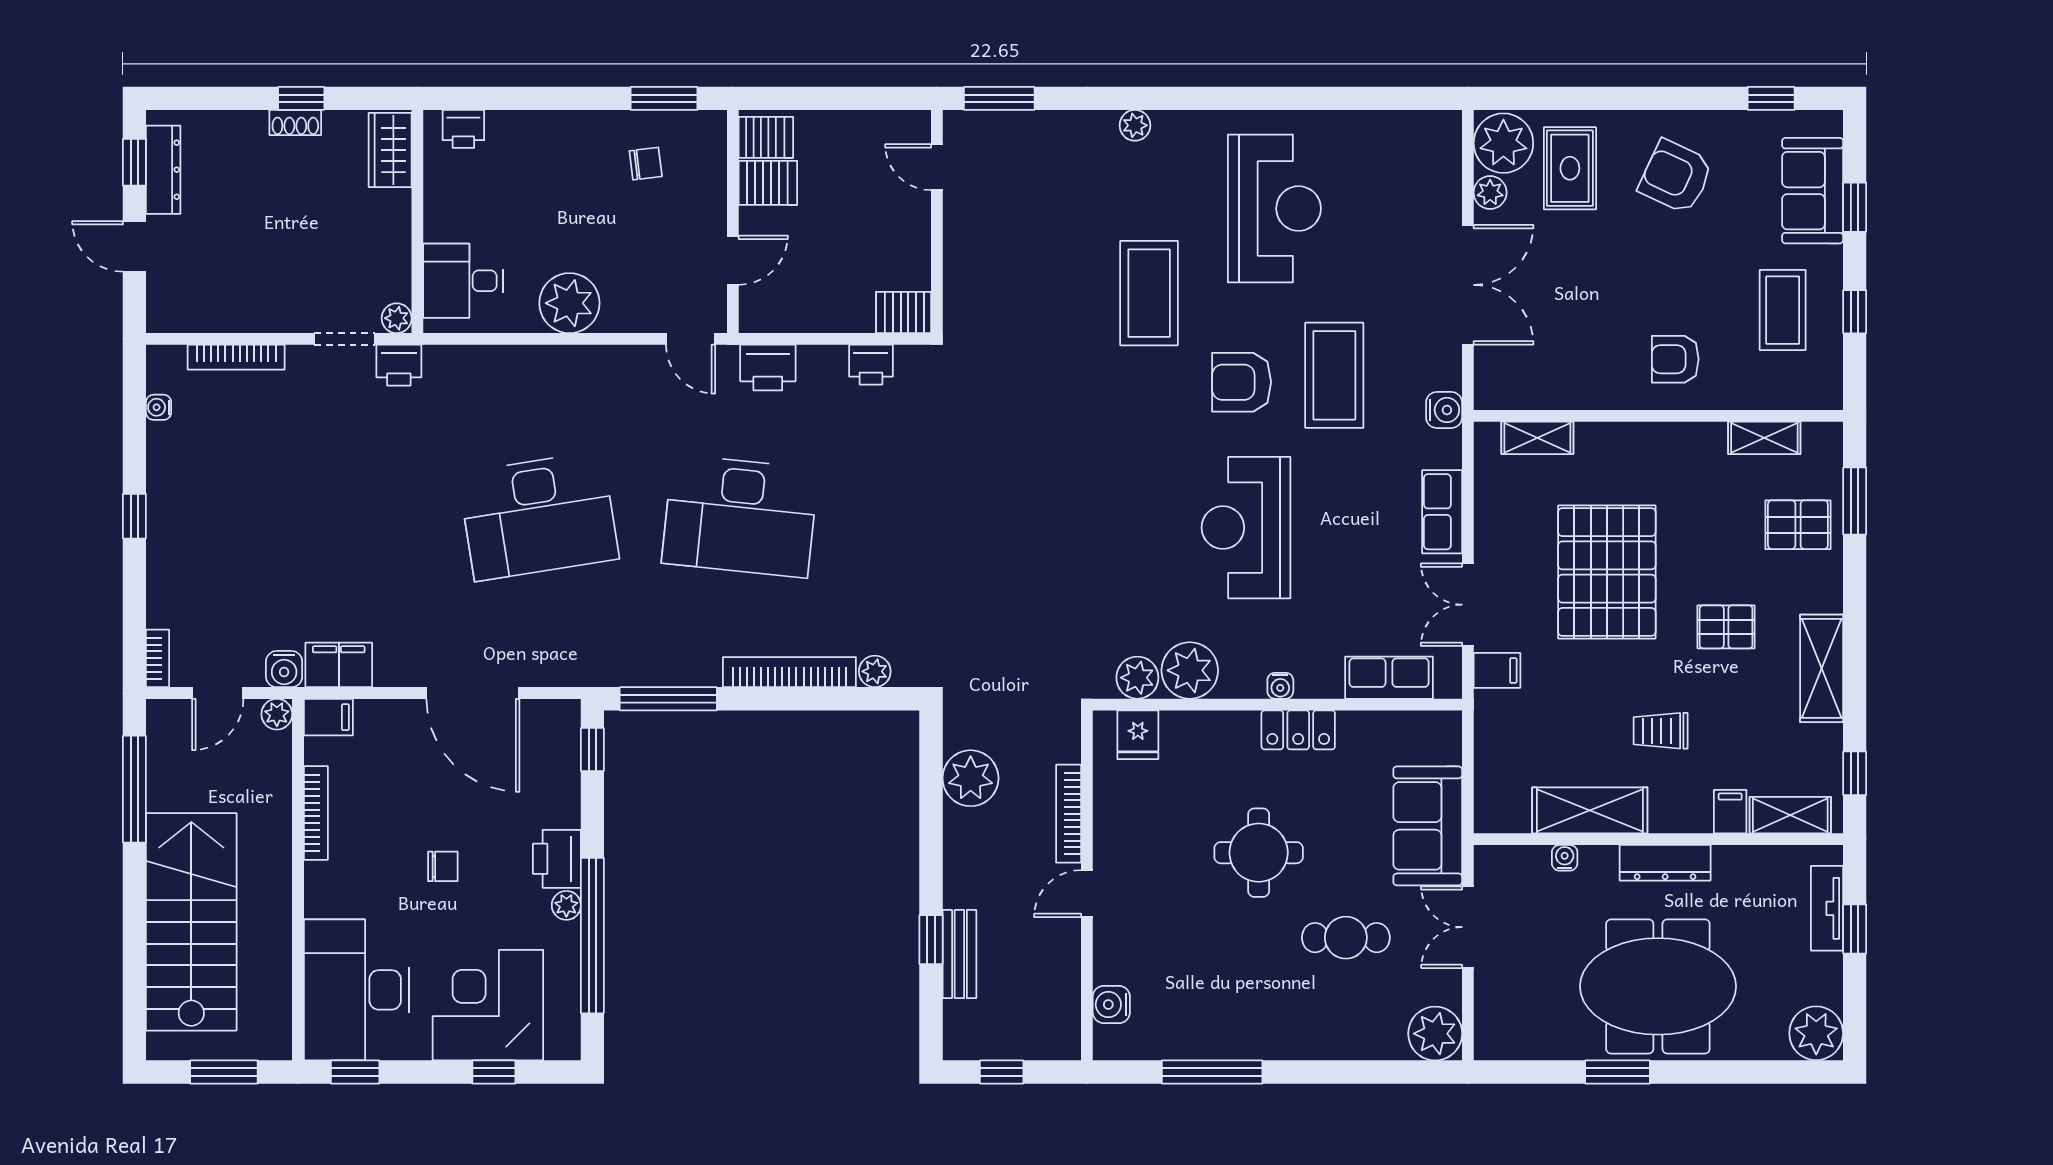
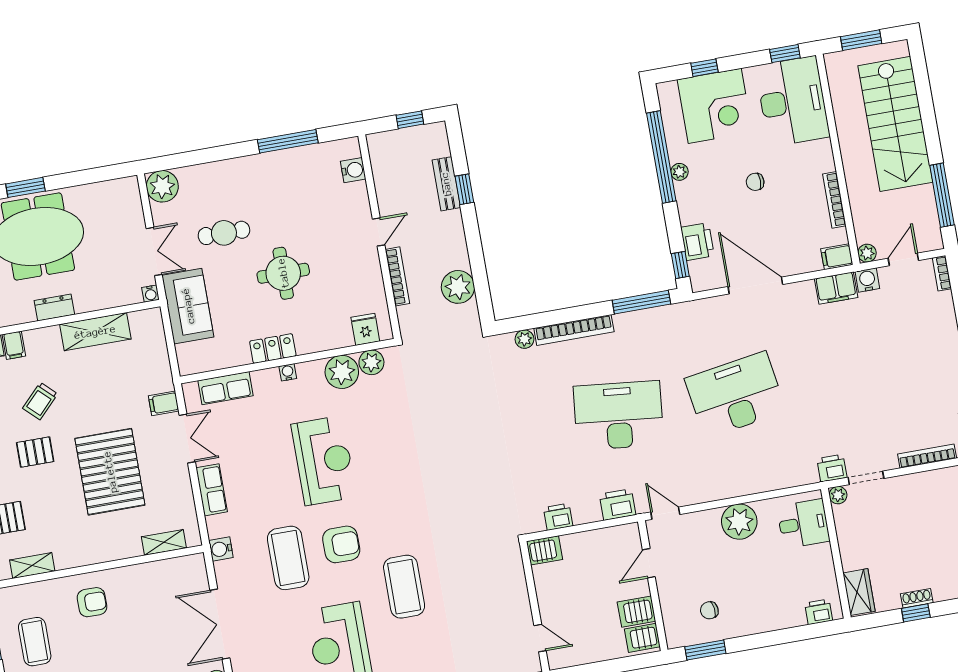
trolley: (1661, 731) -> (40, 401), moved, turned 134
water cooler: (1565, 858) -> (150, 294), moved
printer: (557, 859) -> (697, 242), moved
dresser: (1665, 863) -> (54, 308), width x0.70
window: (1617, 1072) -> (25, 187), moved

